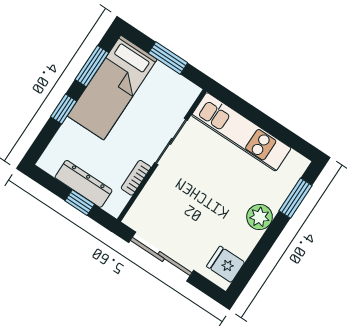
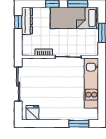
dresser: (84, 184) -> (27, 21), moved
window: (80, 203) -> (18, 22), moved
plant: (260, 217) -> (61, 114), removed

